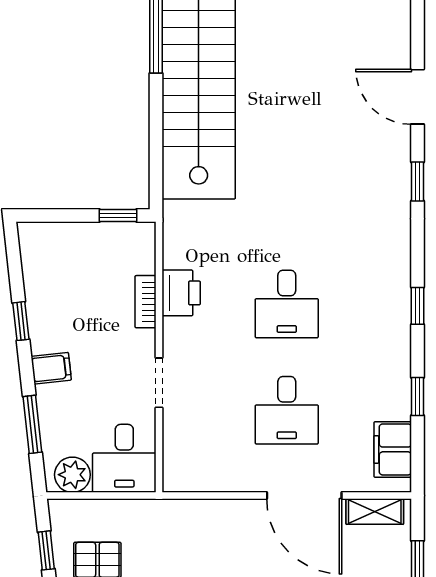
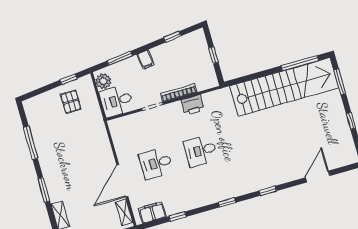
door: (418, 97) -> (318, 177), moved
window: (118, 216) -> (214, 55), moved
bookcase: (146, 302) -> (179, 93), width x1.56
window: (418, 306) -> (227, 202), moved
window: (21, 321) -> (172, 37), moved

